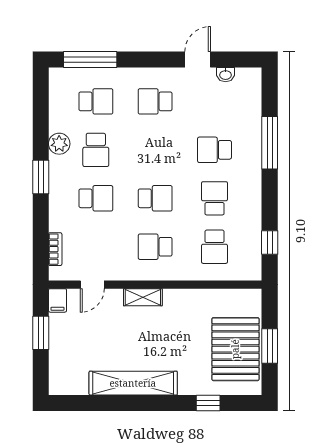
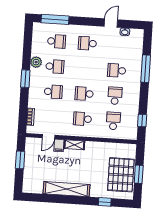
school desk: (96, 150) -> (55, 66), turned -90
school desk: (155, 198) -> (84, 94), turned 180
school desk: (214, 247) -> (113, 121), turned 180
filing cabinet: (57, 300) -> (59, 145), moved

